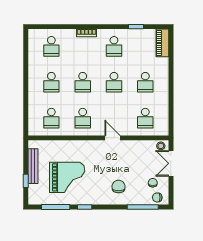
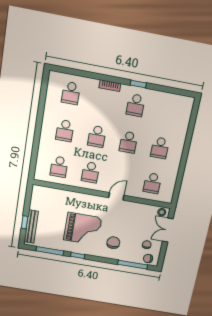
window: (136, 27) -> (138, 84), moved
piano: (162, 43) -> (186, 111), removed
door: (112, 138) -> (116, 196), hinge flipped
bench: (33, 166) -> (31, 227), moved
grand piano: (67, 177) -> (83, 229), moved

